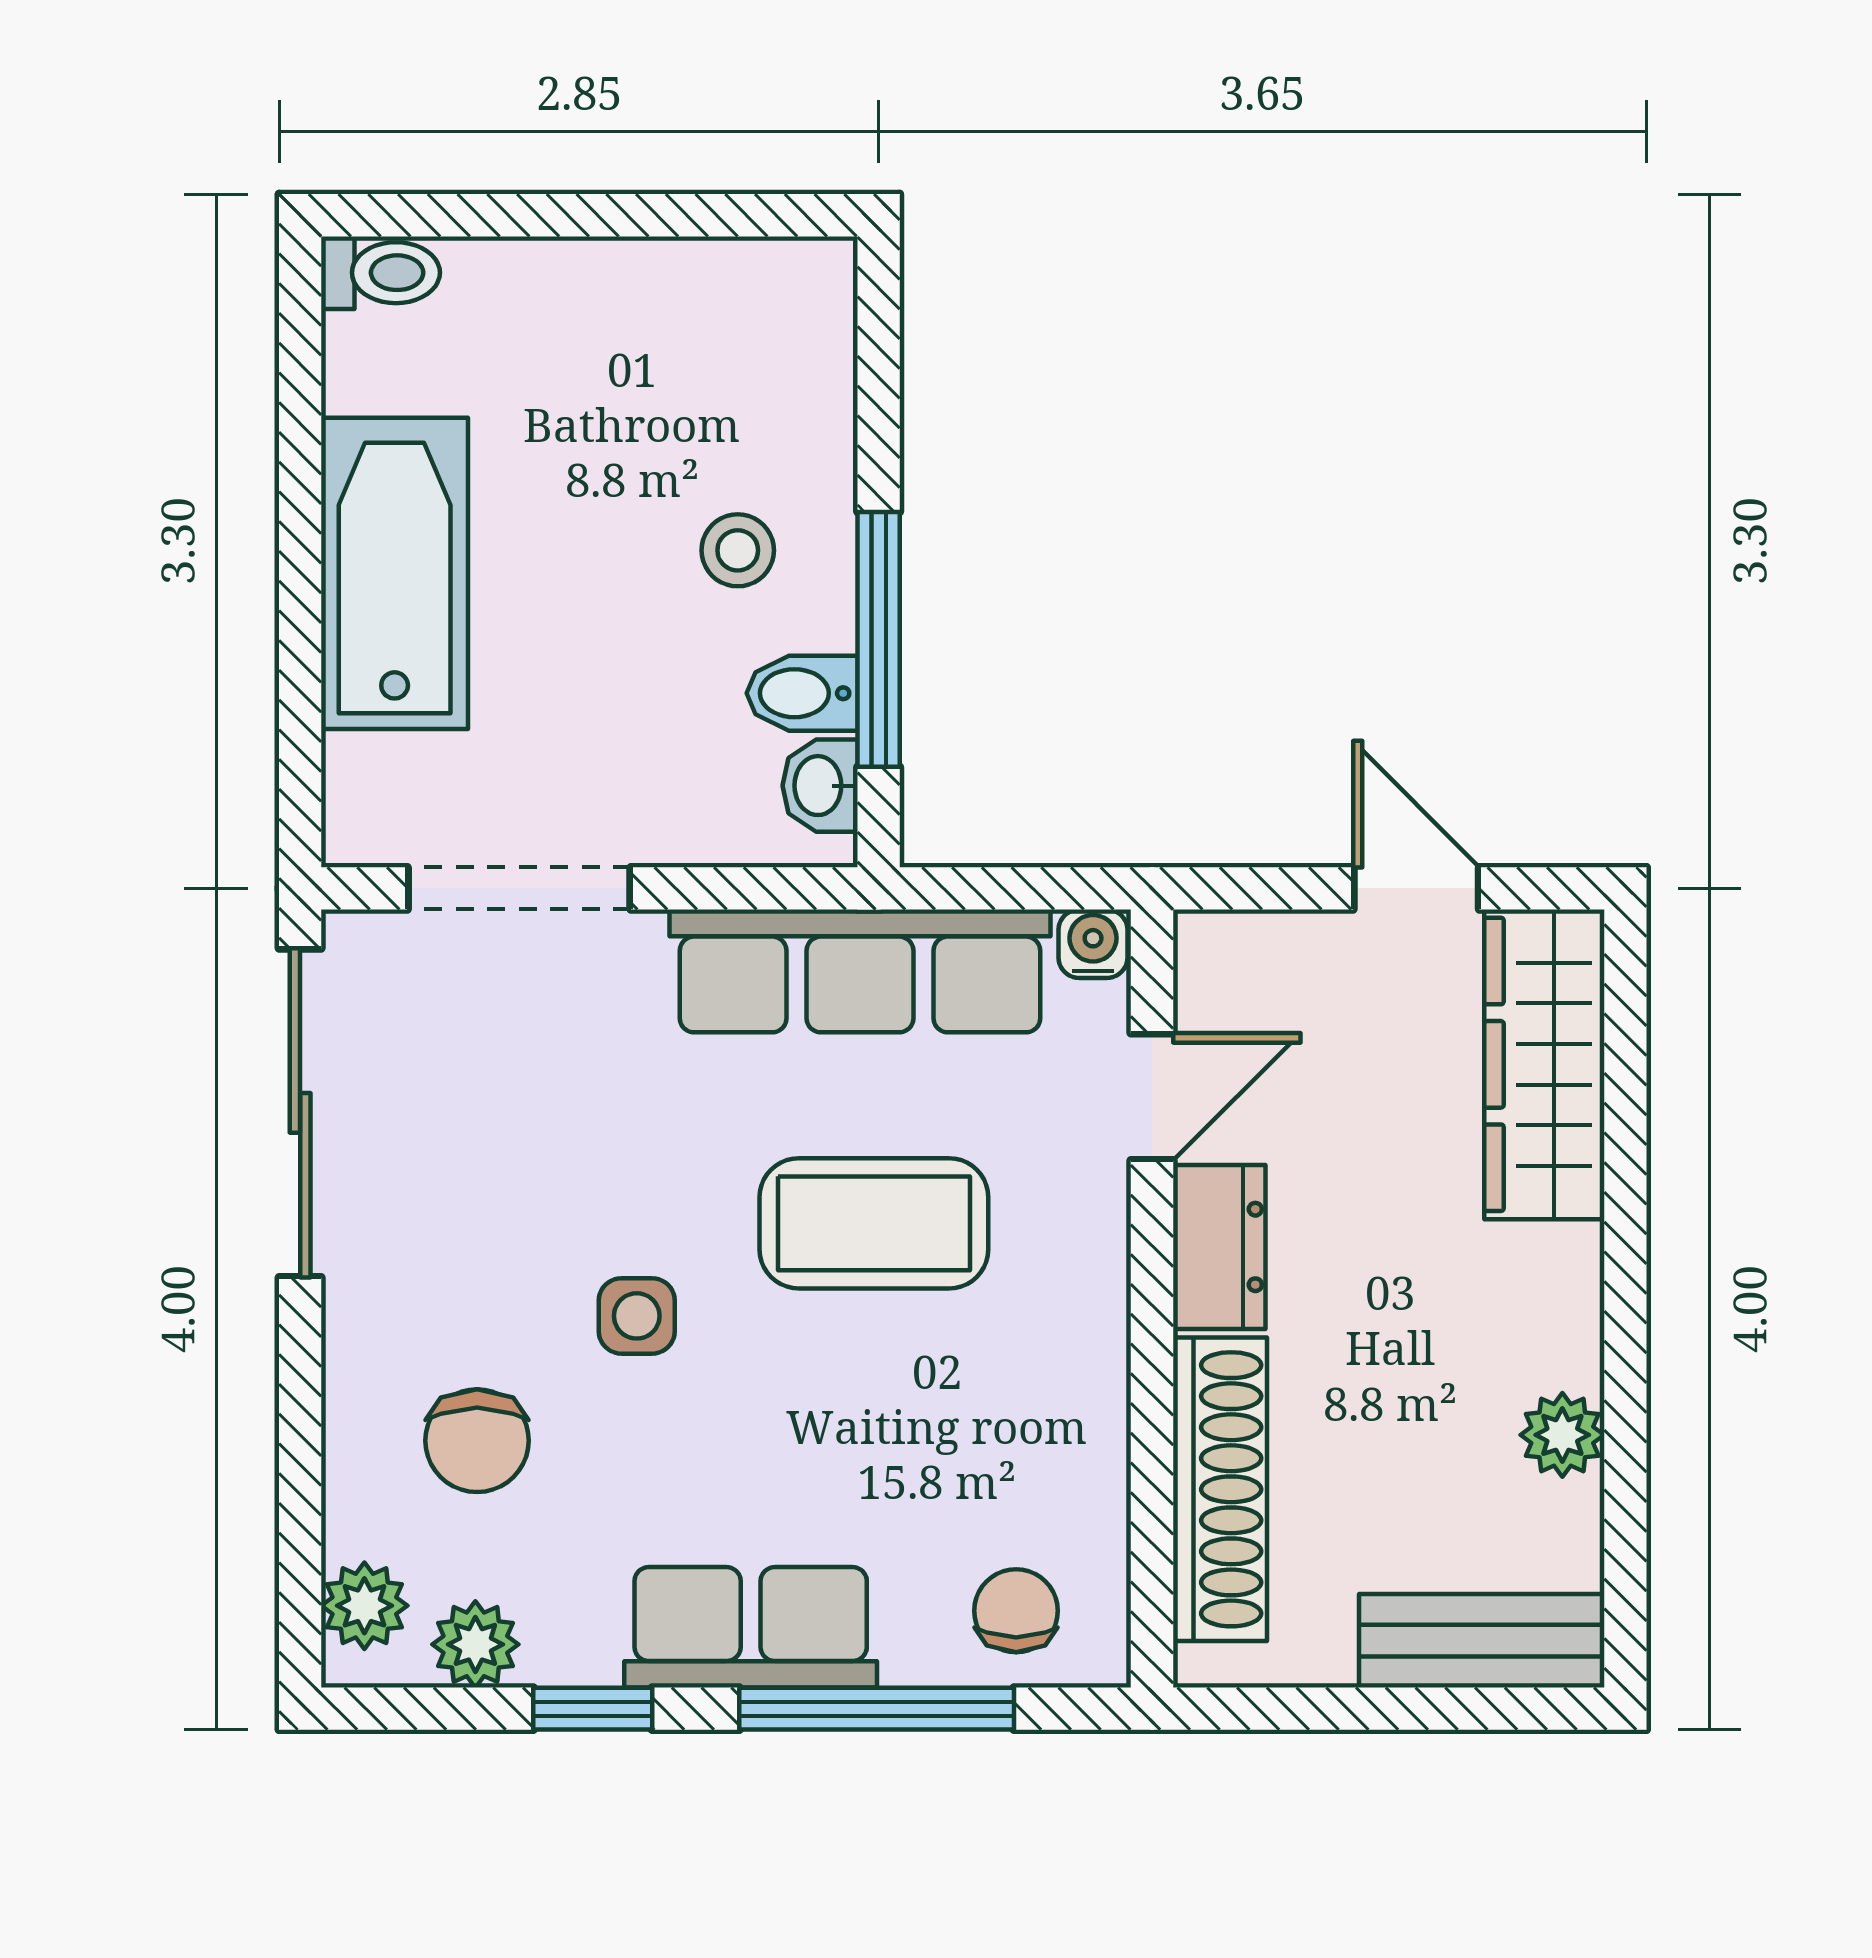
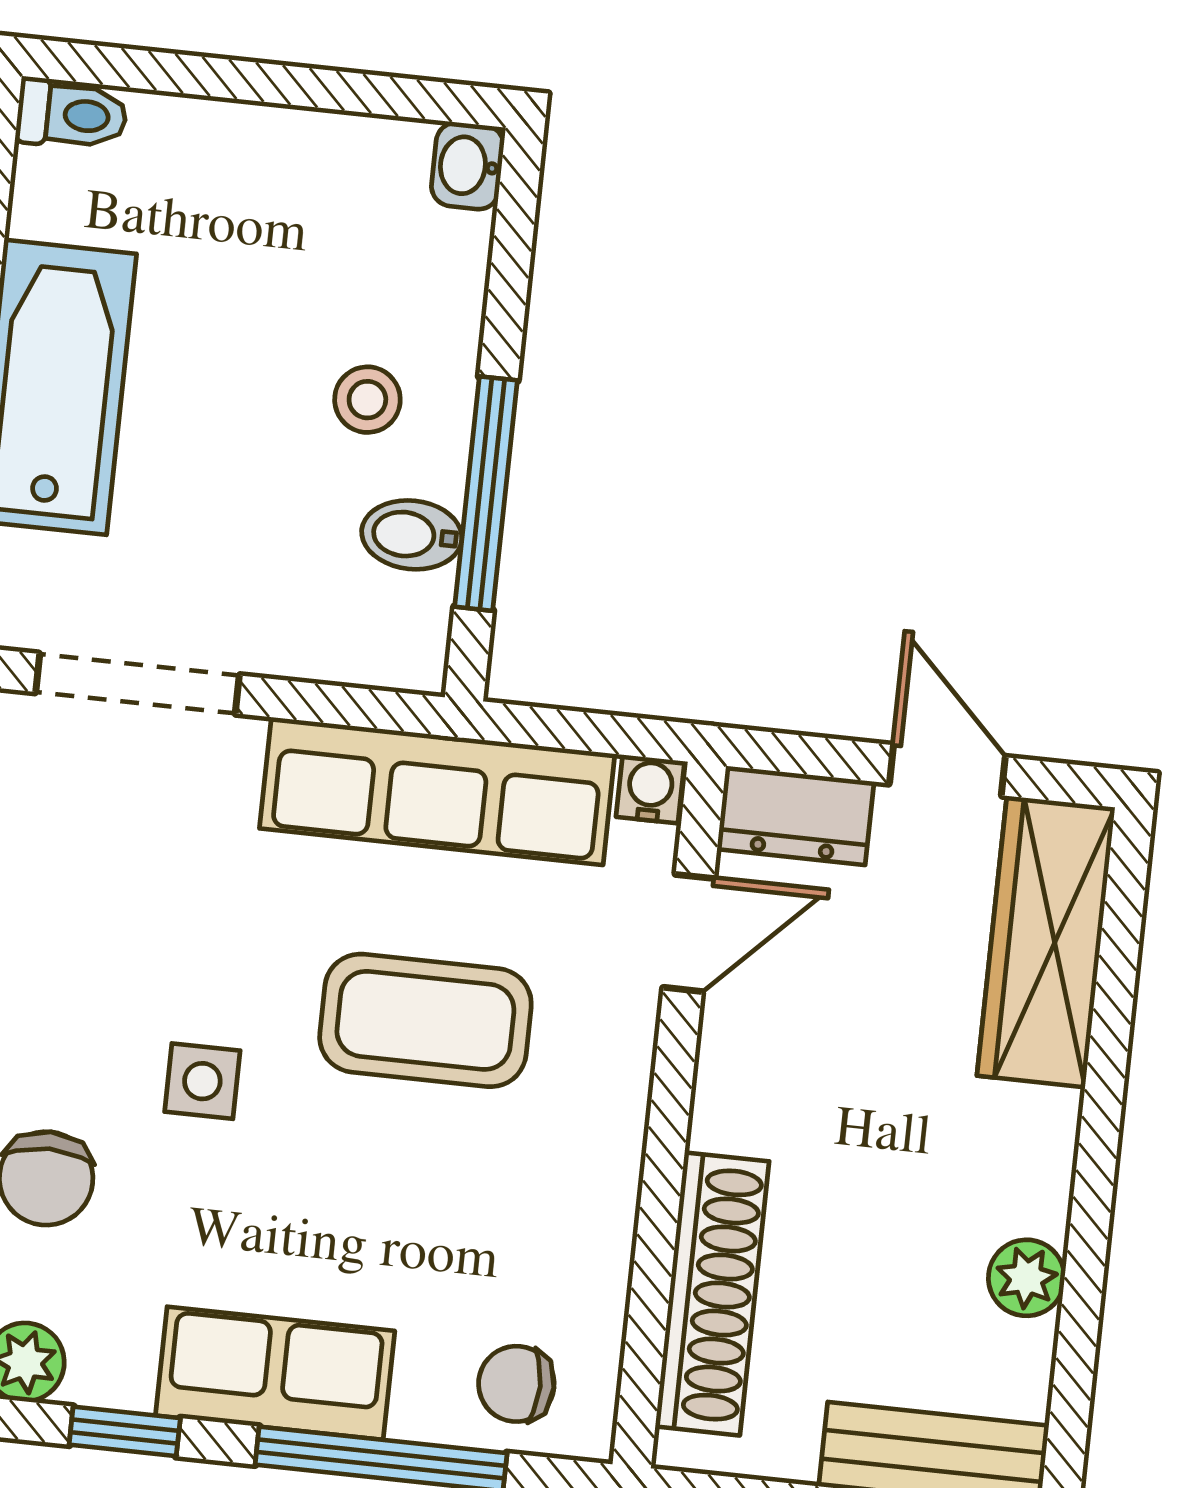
washbasin: (820, 786) -> (468, 166), moved
dresser: (1219, 1247) -> (795, 815), moved, turned 90
chair: (1016, 1611) -> (516, 1384), turned -90

